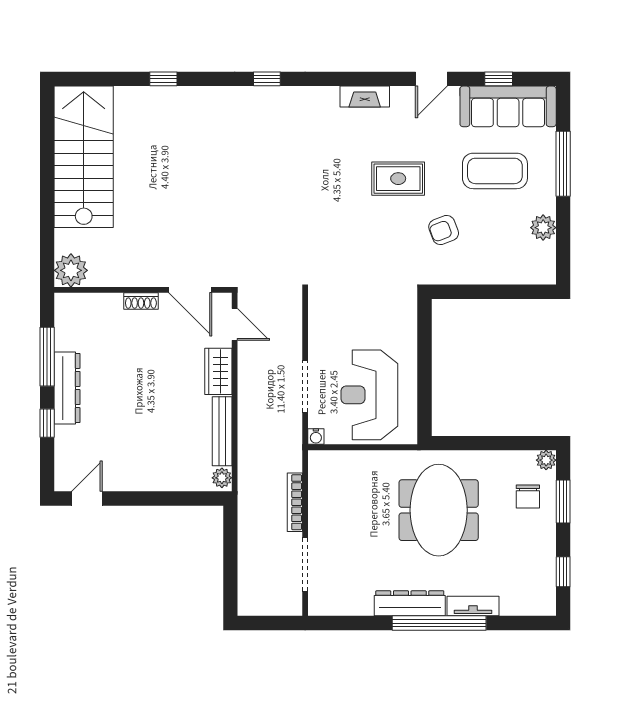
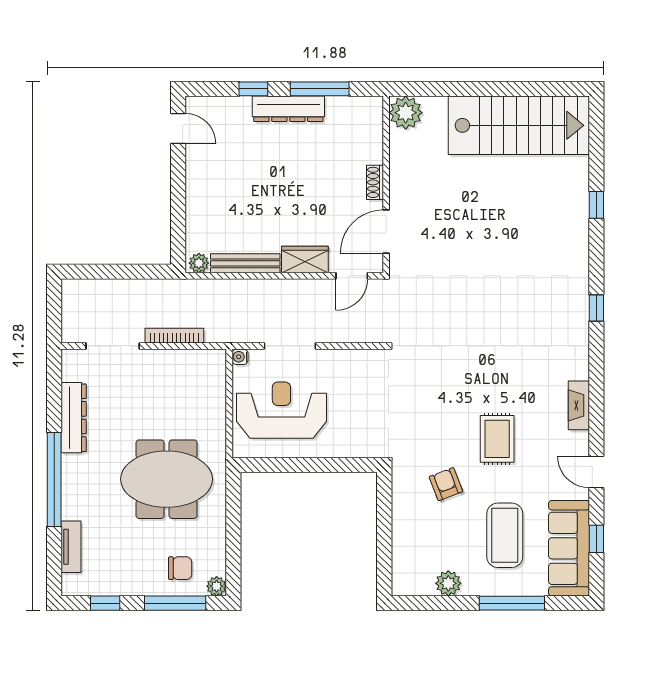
chair: (528, 497) -> (180, 568), turned 180
window: (563, 502) -> (175, 603), width x1.44
dresser: (410, 603) -> (74, 418), moved
tv unit: (473, 606) -> (71, 547), moved

